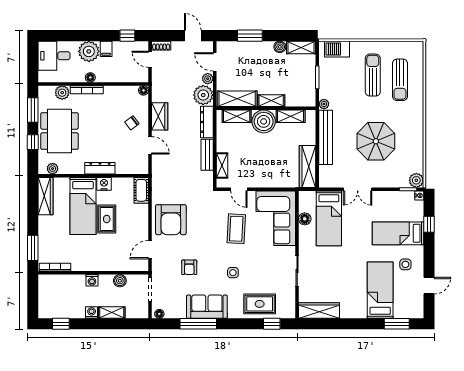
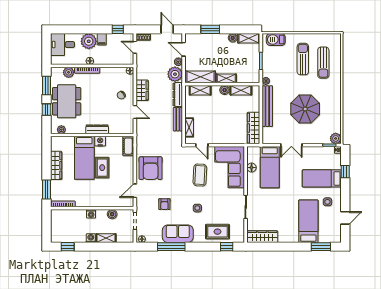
boiler: (264, 121) -> (225, 90), width x0.54, depth x0.54
wardrobe: (46, 196) -> (56, 165), moved

